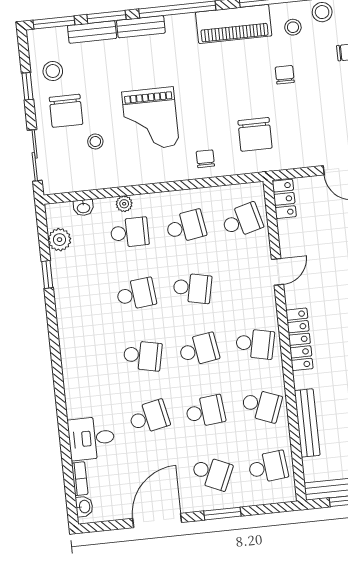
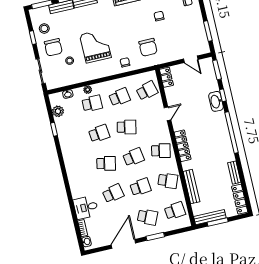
grand piano: (150, 119) -> (95, 46), turned 180

